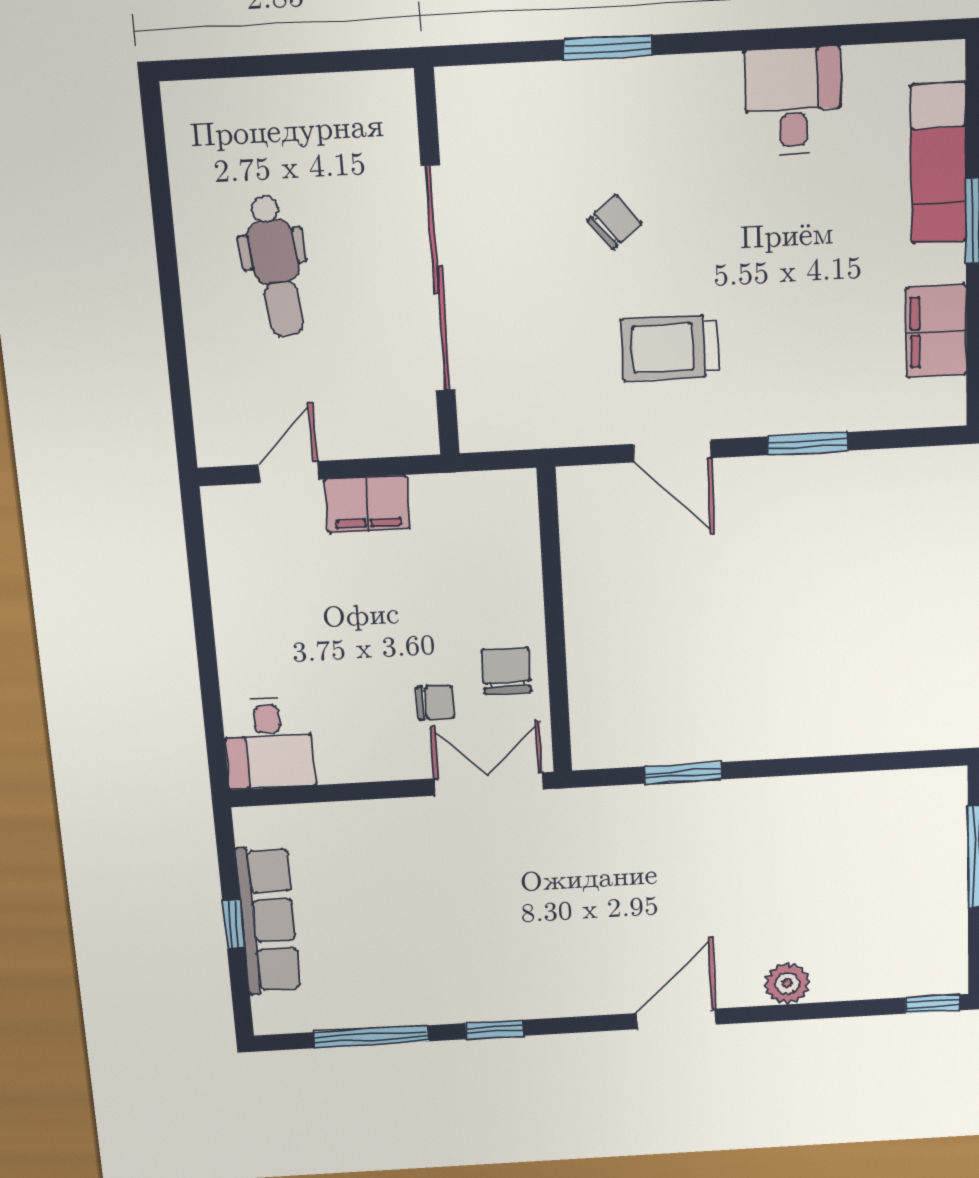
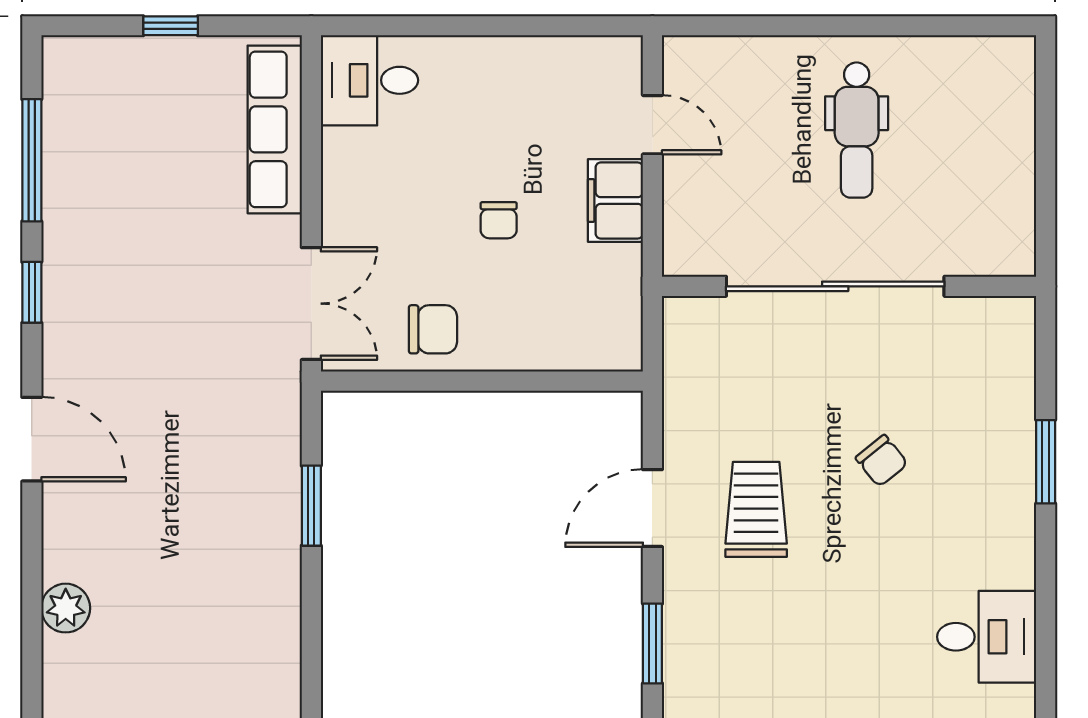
dental chair: (276, 266) -> (857, 130), turned -84
chair: (435, 702) -> (499, 220), moved
row of seats: (268, 920) -> (275, 129), moved, turned 90
door: (676, 1019) -> (32, 439), moved

